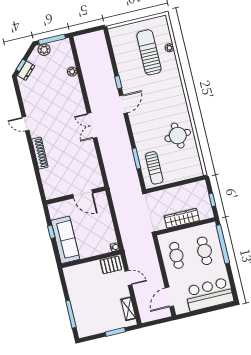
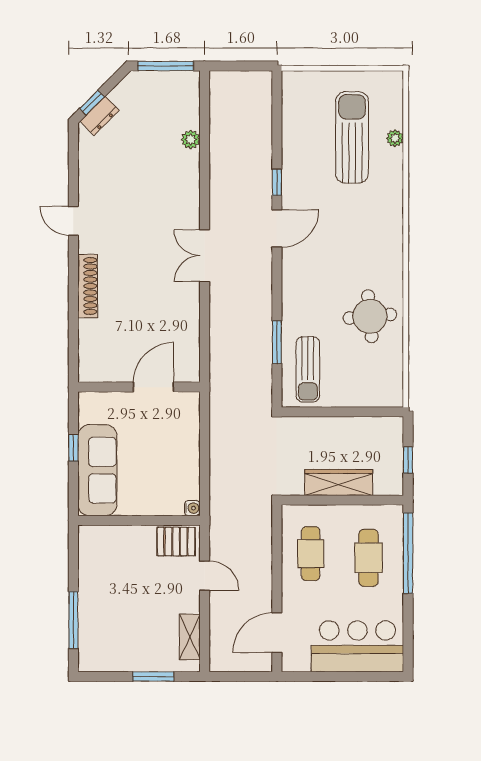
plant: (44, 50) -> (145, 83), removed
door: (83, 194) -> (154, 387), swing flipped

